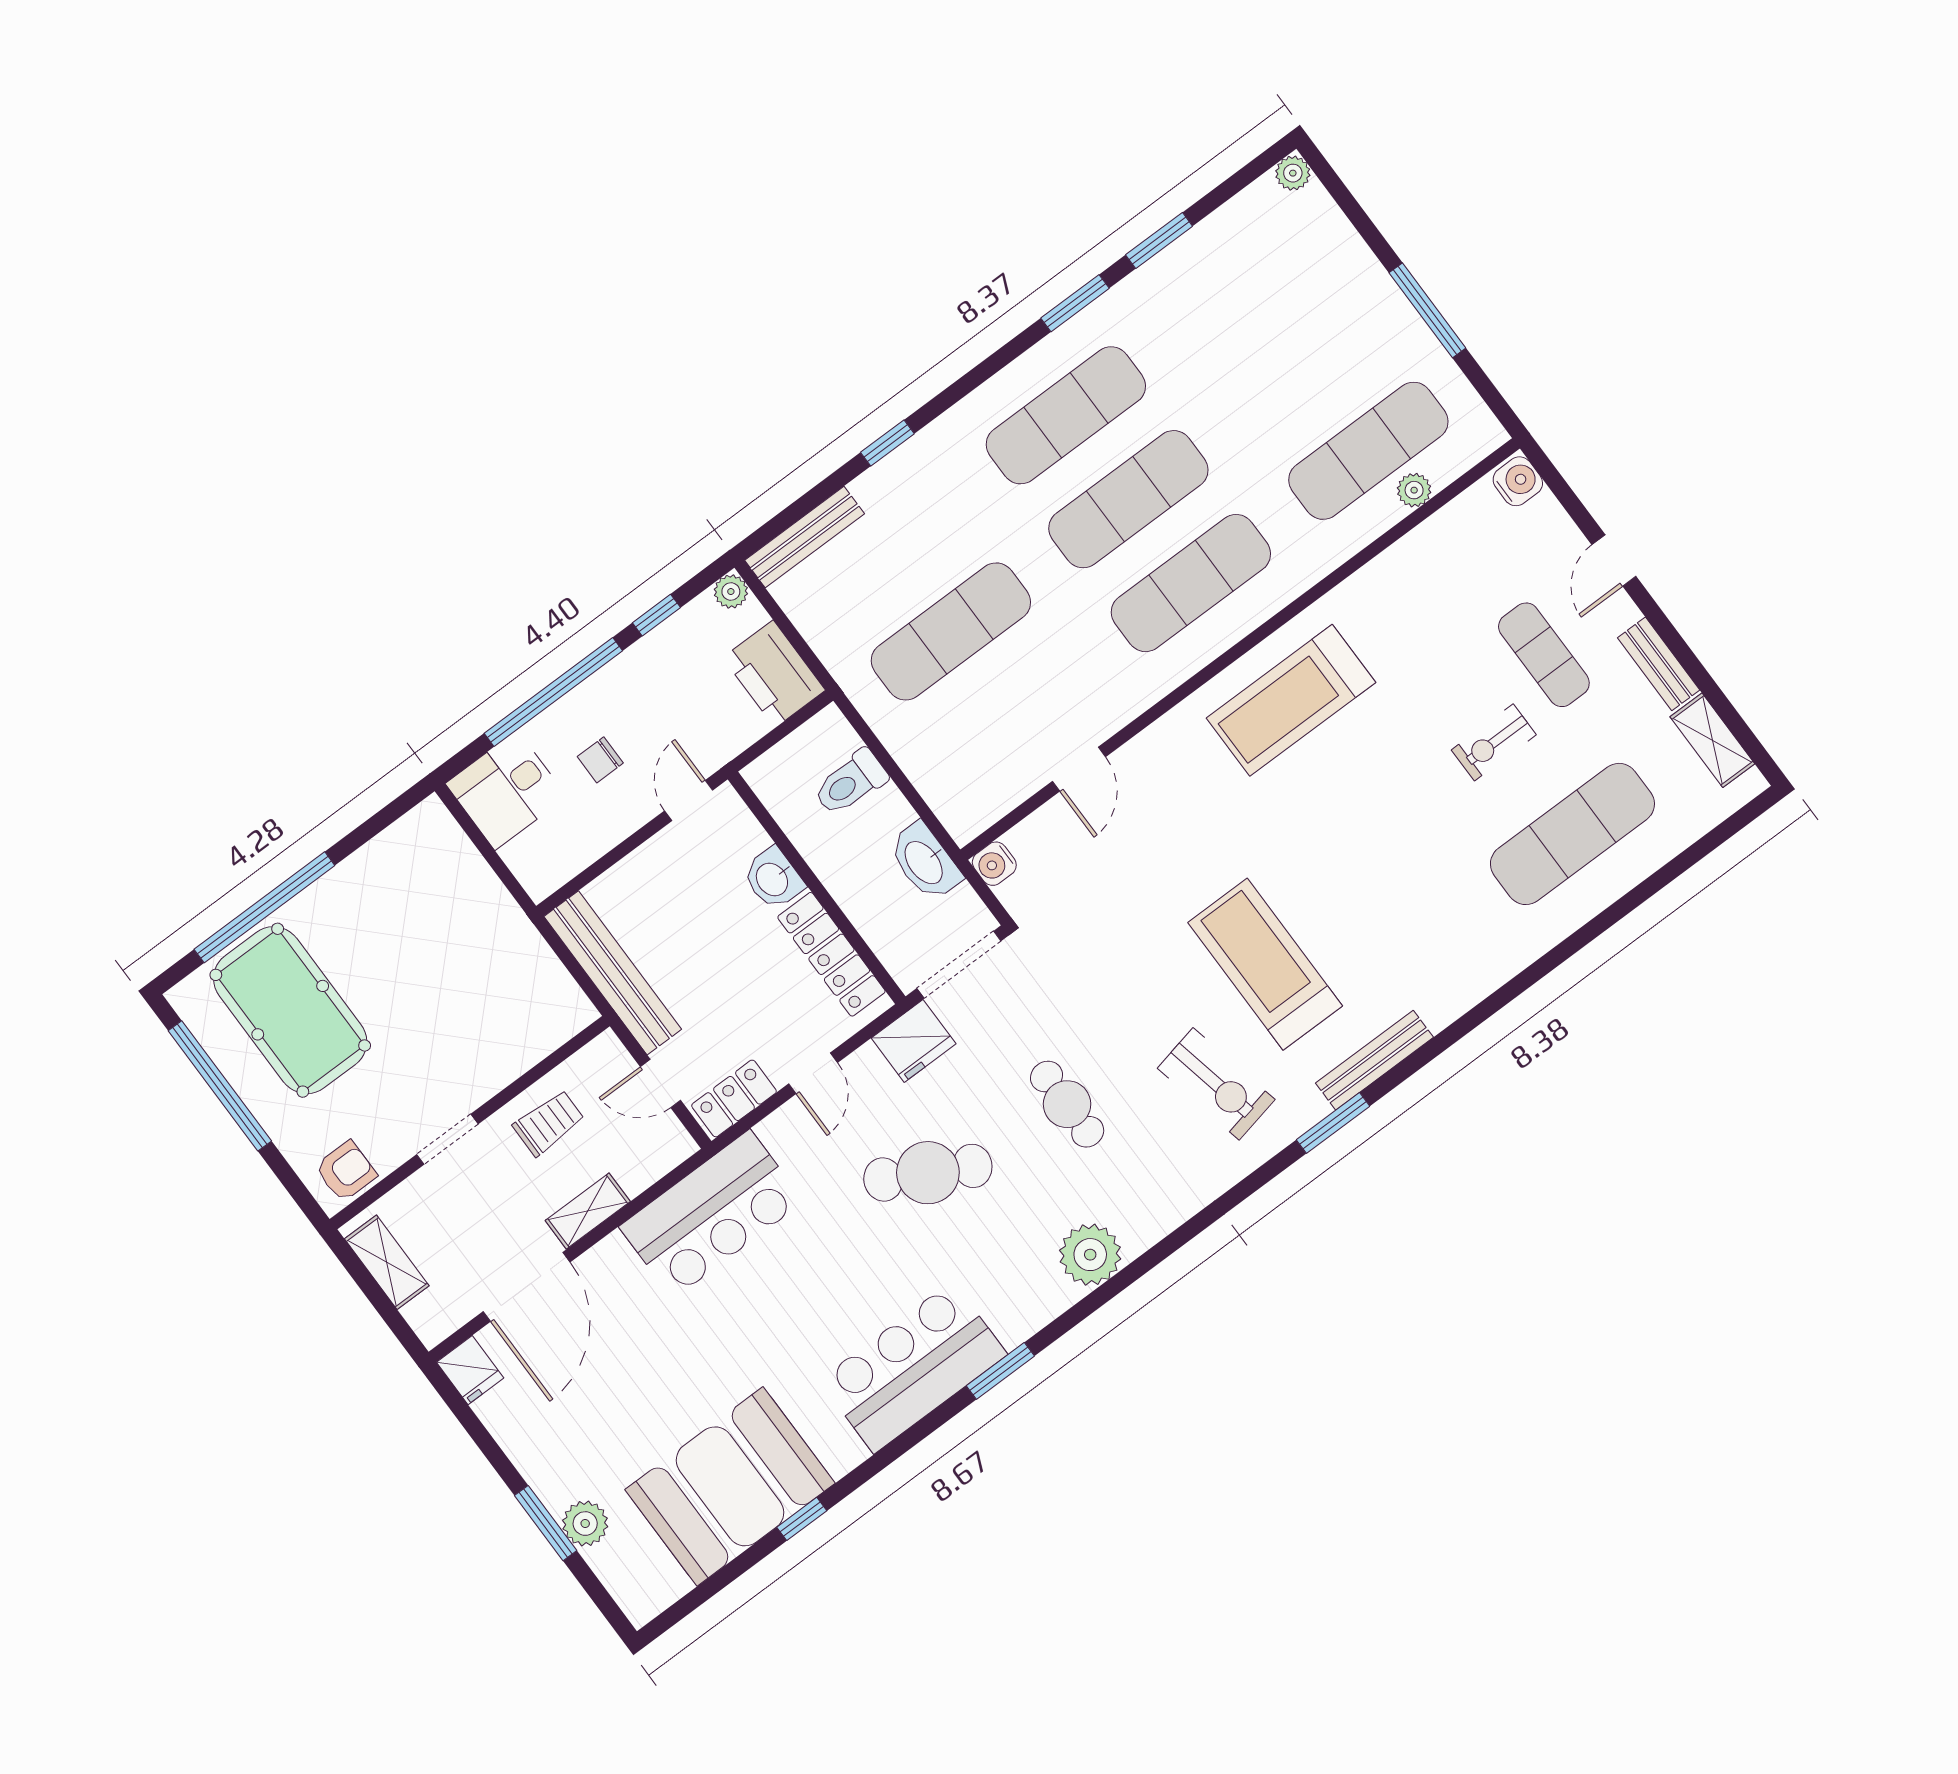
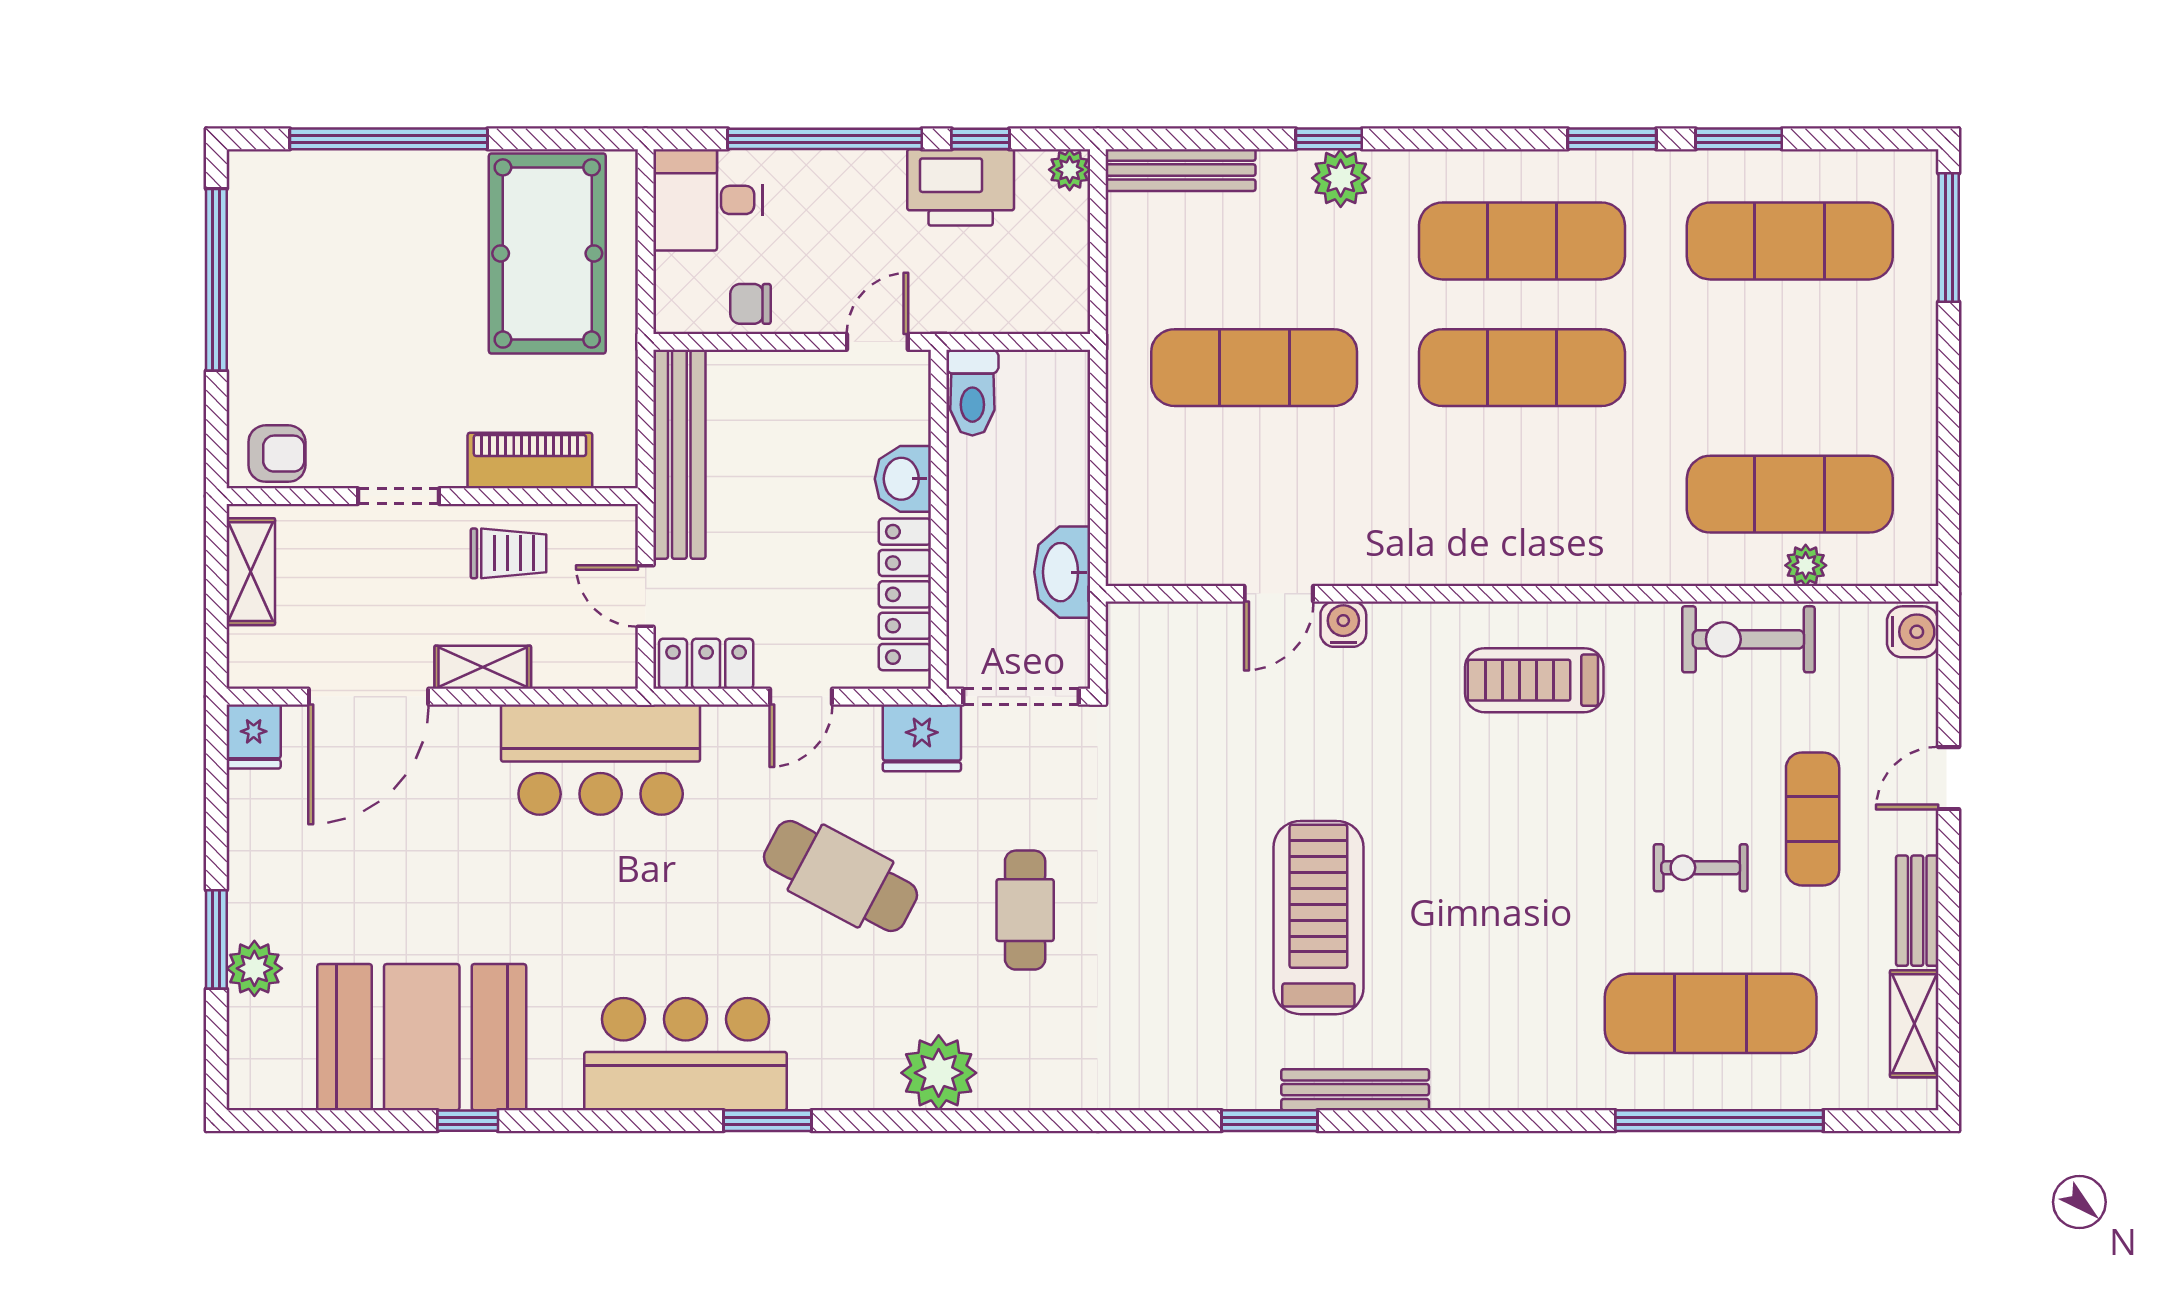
plant: (1293, 173) -> (1341, 178), moved, width x1.38, depth x1.38
window: (1427, 310) -> (1949, 238), moved
exercise mat: (1191, 583) -> (1790, 241), moved
printer: (774, 674) -> (961, 187), moved, turned -90
treadmill: (1291, 700) -> (1534, 680), width x0.73, depth x0.73
chair: (600, 760) -> (751, 304), moved
toilet: (850, 783) -> (972, 393), moved, turned -90
water cooler: (994, 864) -> (1343, 624), moved, turned 90
window: (1631, 901) -> (1719, 1121), added
pool table: (290, 1010) -> (547, 253), moved
piano: (517, 1051) -> (530, 461), added
exercise bike: (1216, 1084) -> (1748, 639), moved, turned 102

